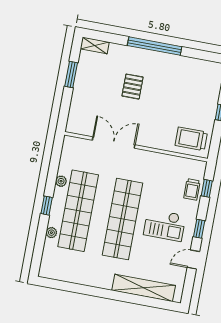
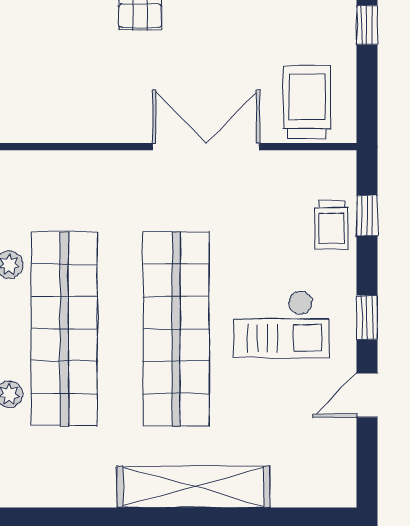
trolley: (191, 139) -> (307, 102), turned 90
double door: (114, 143) -> (206, 147), moved
shelving: (144, 288) -> (193, 487), moved

